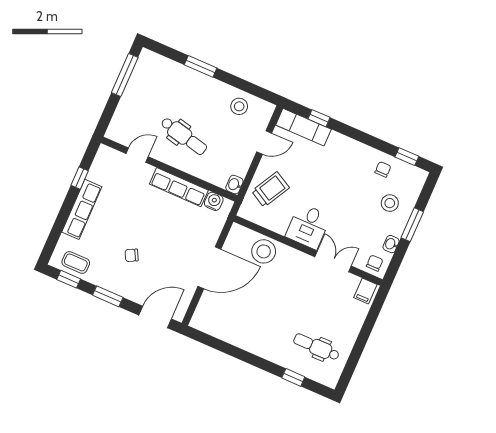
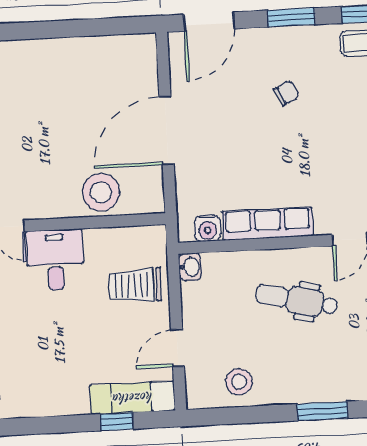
trolley: (270, 189) -> (135, 285), turned 61

